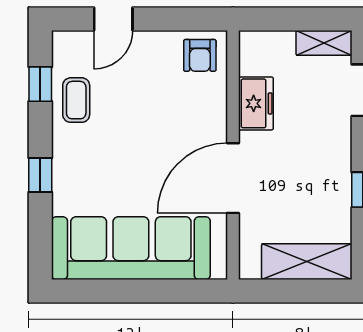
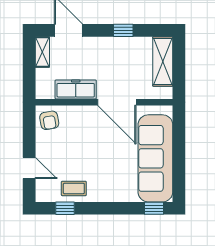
armchair: (200, 55) -> (49, 120), turned 80
freezer: (256, 103) -> (76, 89), width x1.40
window: (40, 175) -> (154, 208), moved

